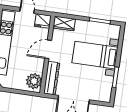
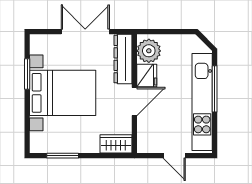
fridge: (43, 21) -> (147, 76), moved, turned 90
bed with nightstands: (95, 55) -> (63, 93), width x1.36

